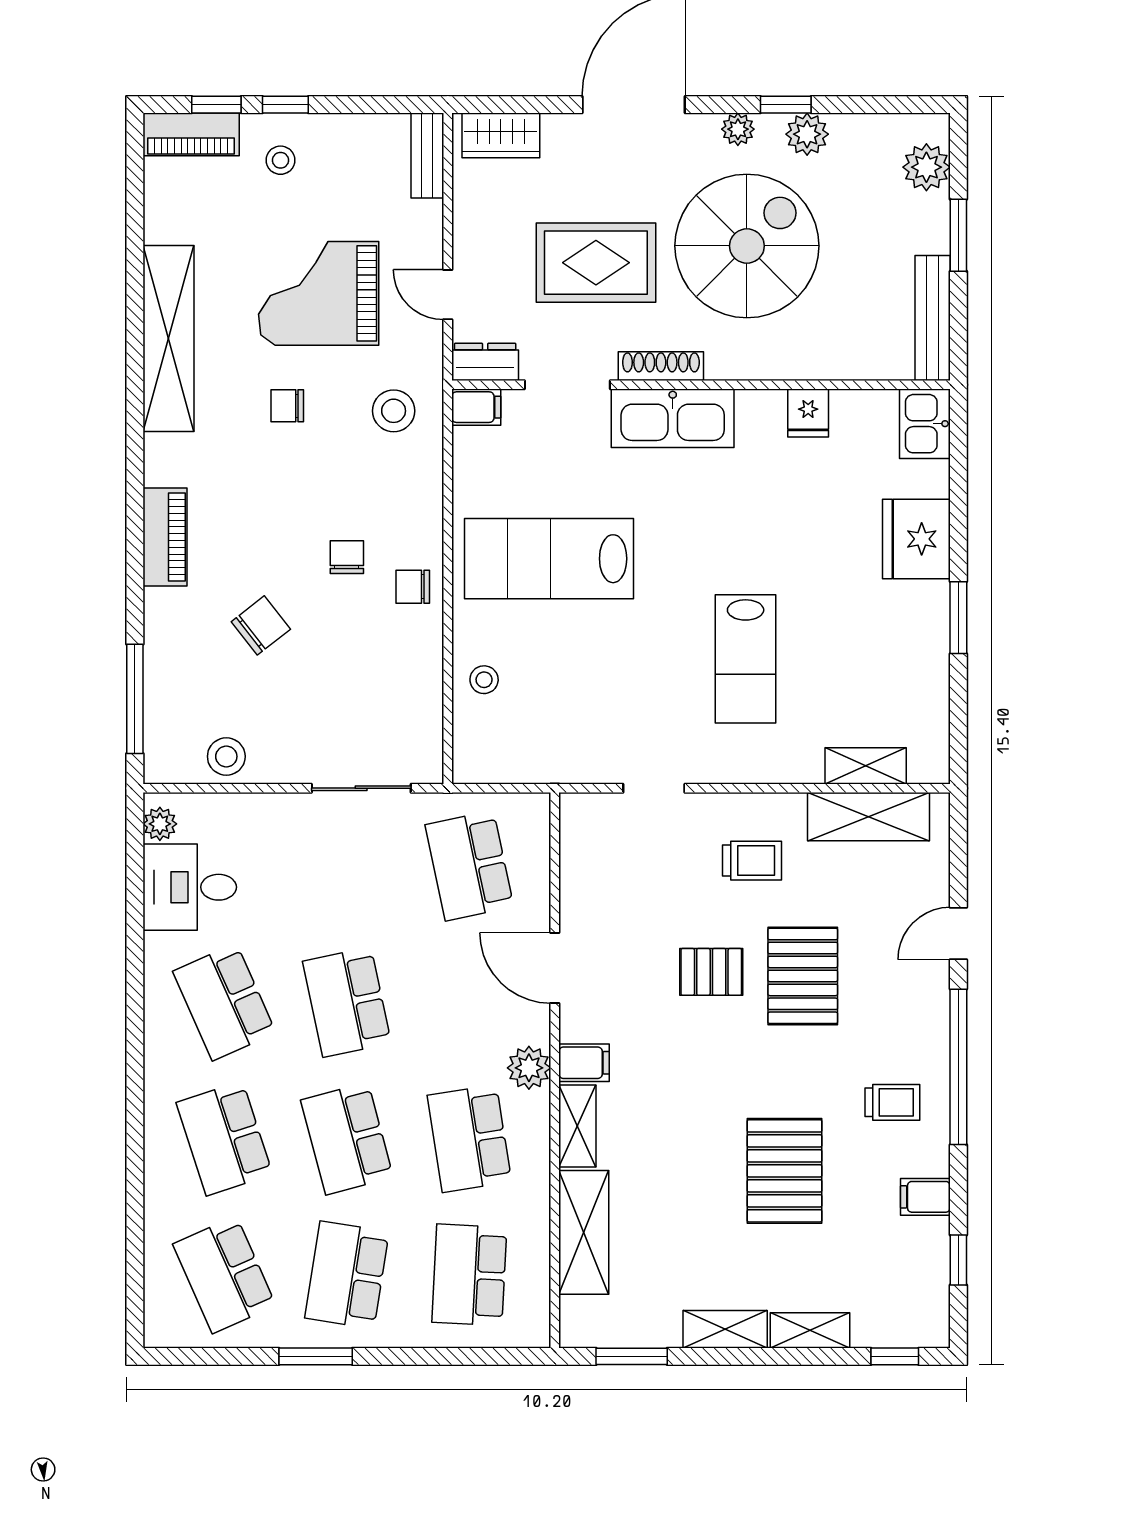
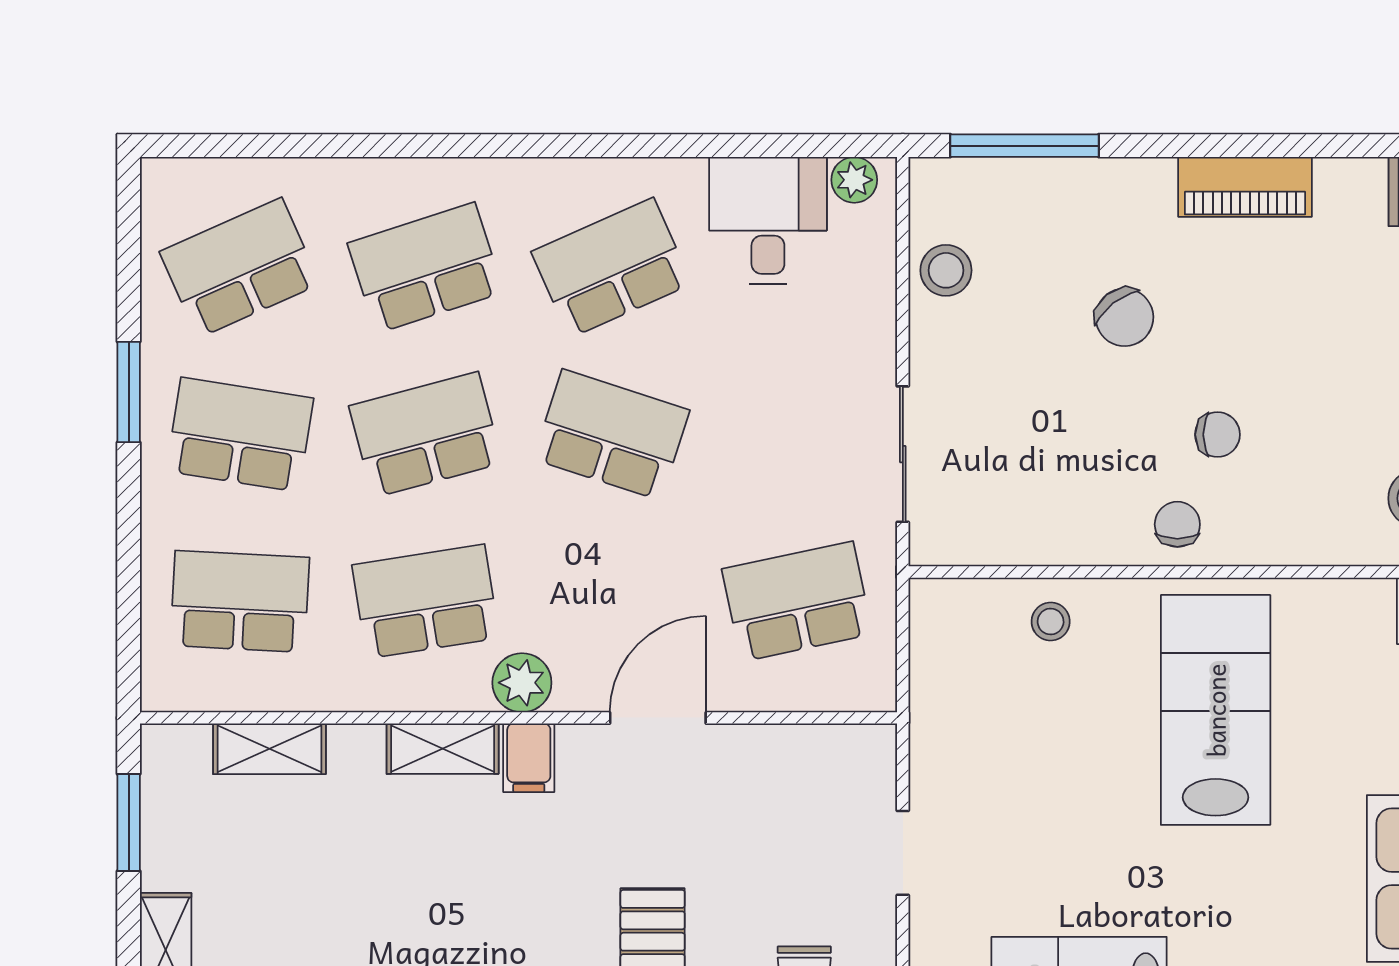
school desk: (347, 1002) -> (611, 435), turned 30
shelving: (584, 1232) -> (269, 749), width x0.67, depth x0.75

